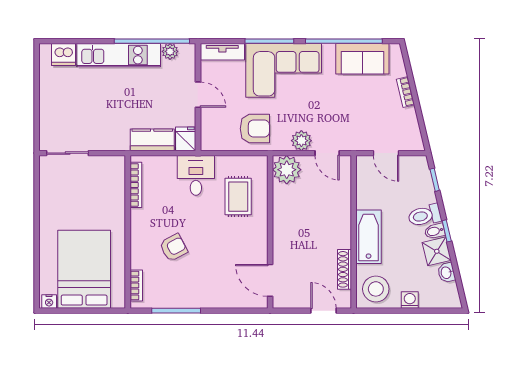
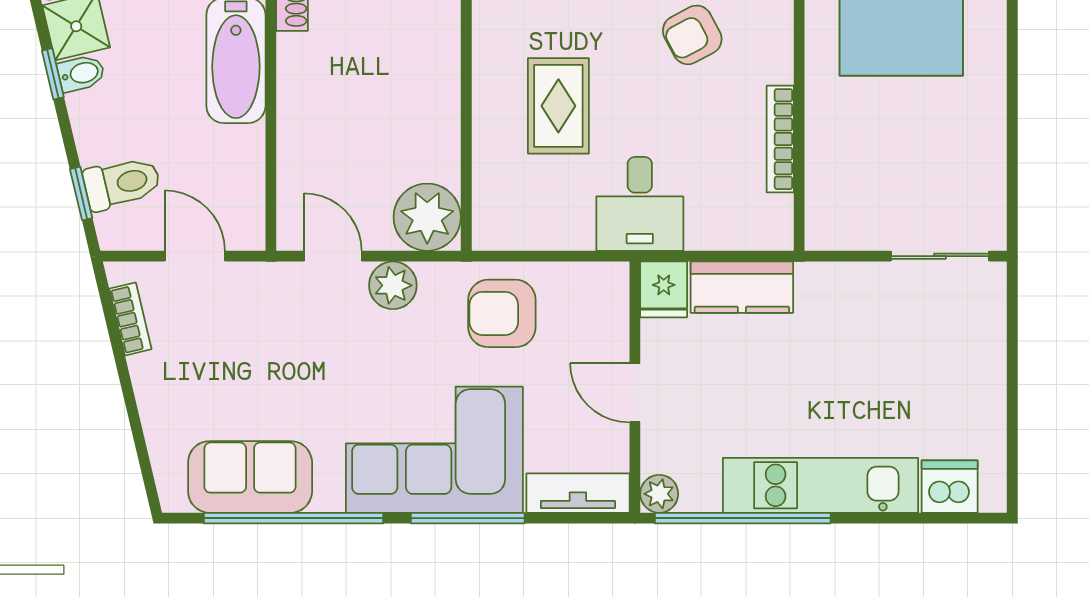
plant: (170, 51) -> (659, 494), moved
bookcase: (406, 92) -> (130, 319), moved
bookcase: (136, 185) -> (780, 139), moved
rug: (238, 197) -> (558, 106), moved
toilet: (425, 215) -> (122, 183), moved

